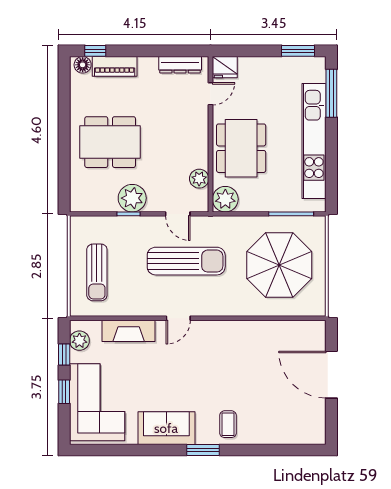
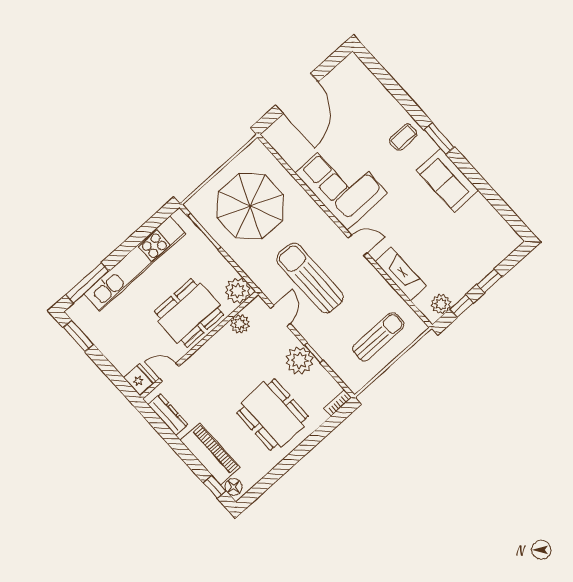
piano: (115, 66) -> (210, 454), width x1.37, depth x1.33
bookcase: (75, 198) -> (338, 403), added
corner sofa: (97, 402) -> (341, 183), moved, turned 90

